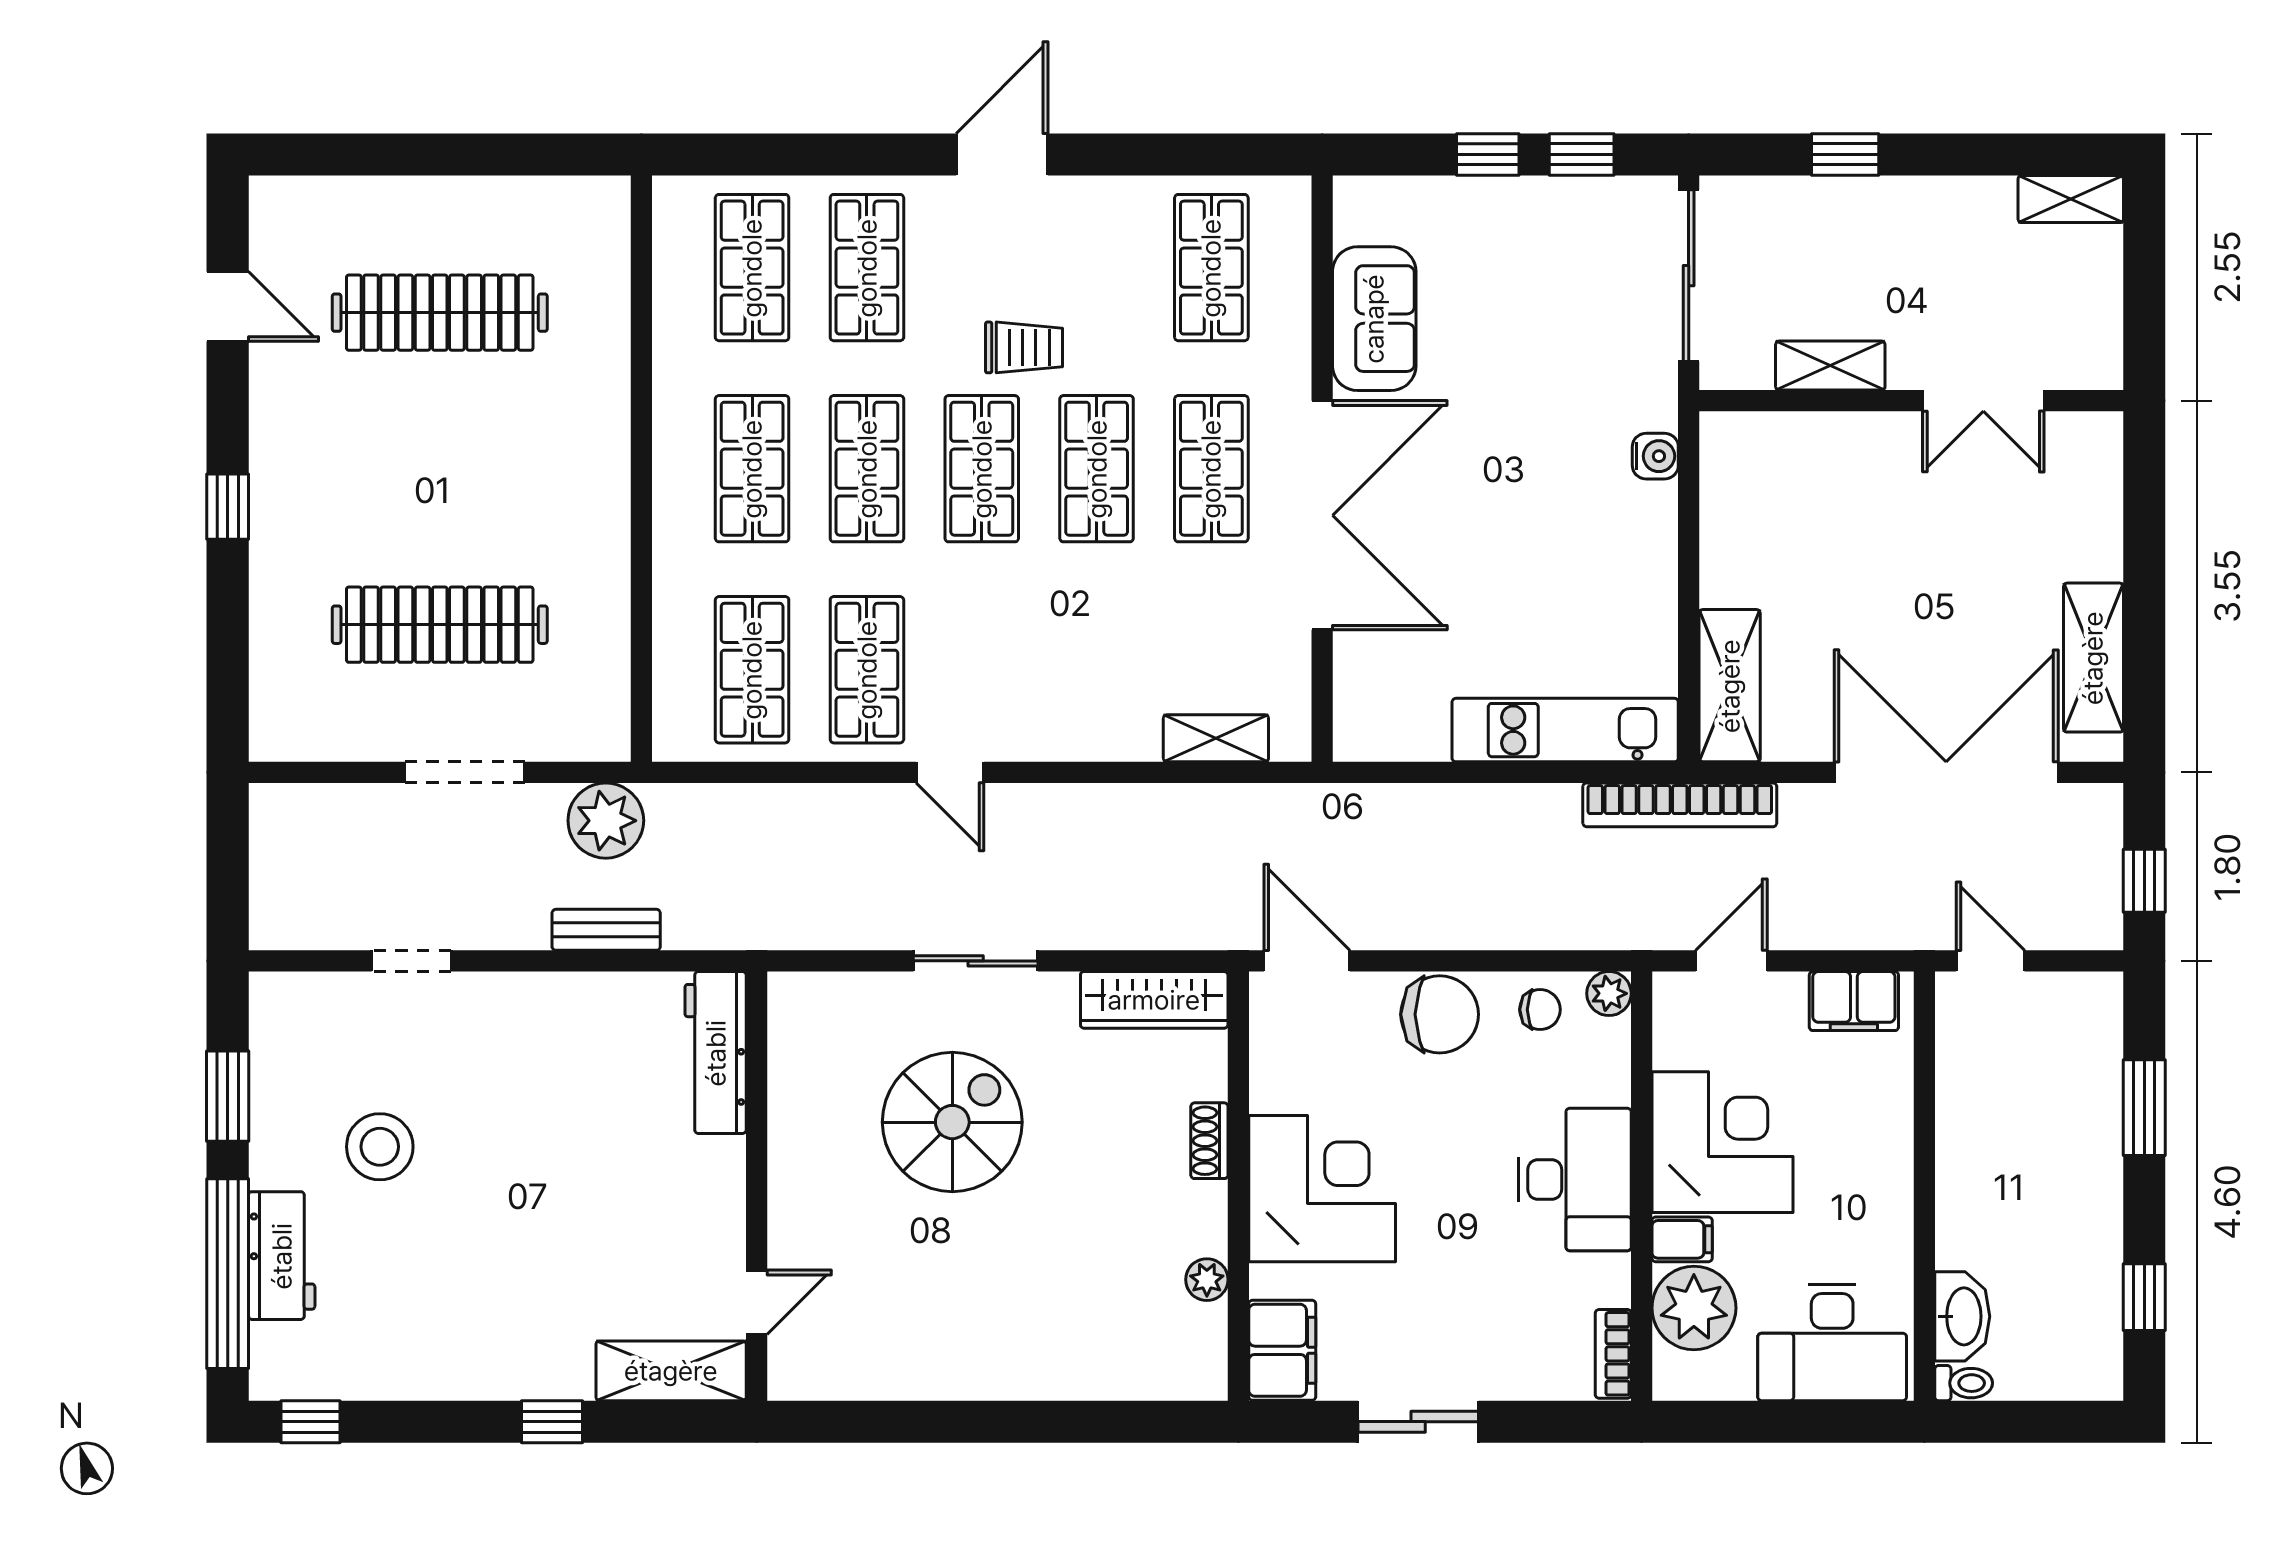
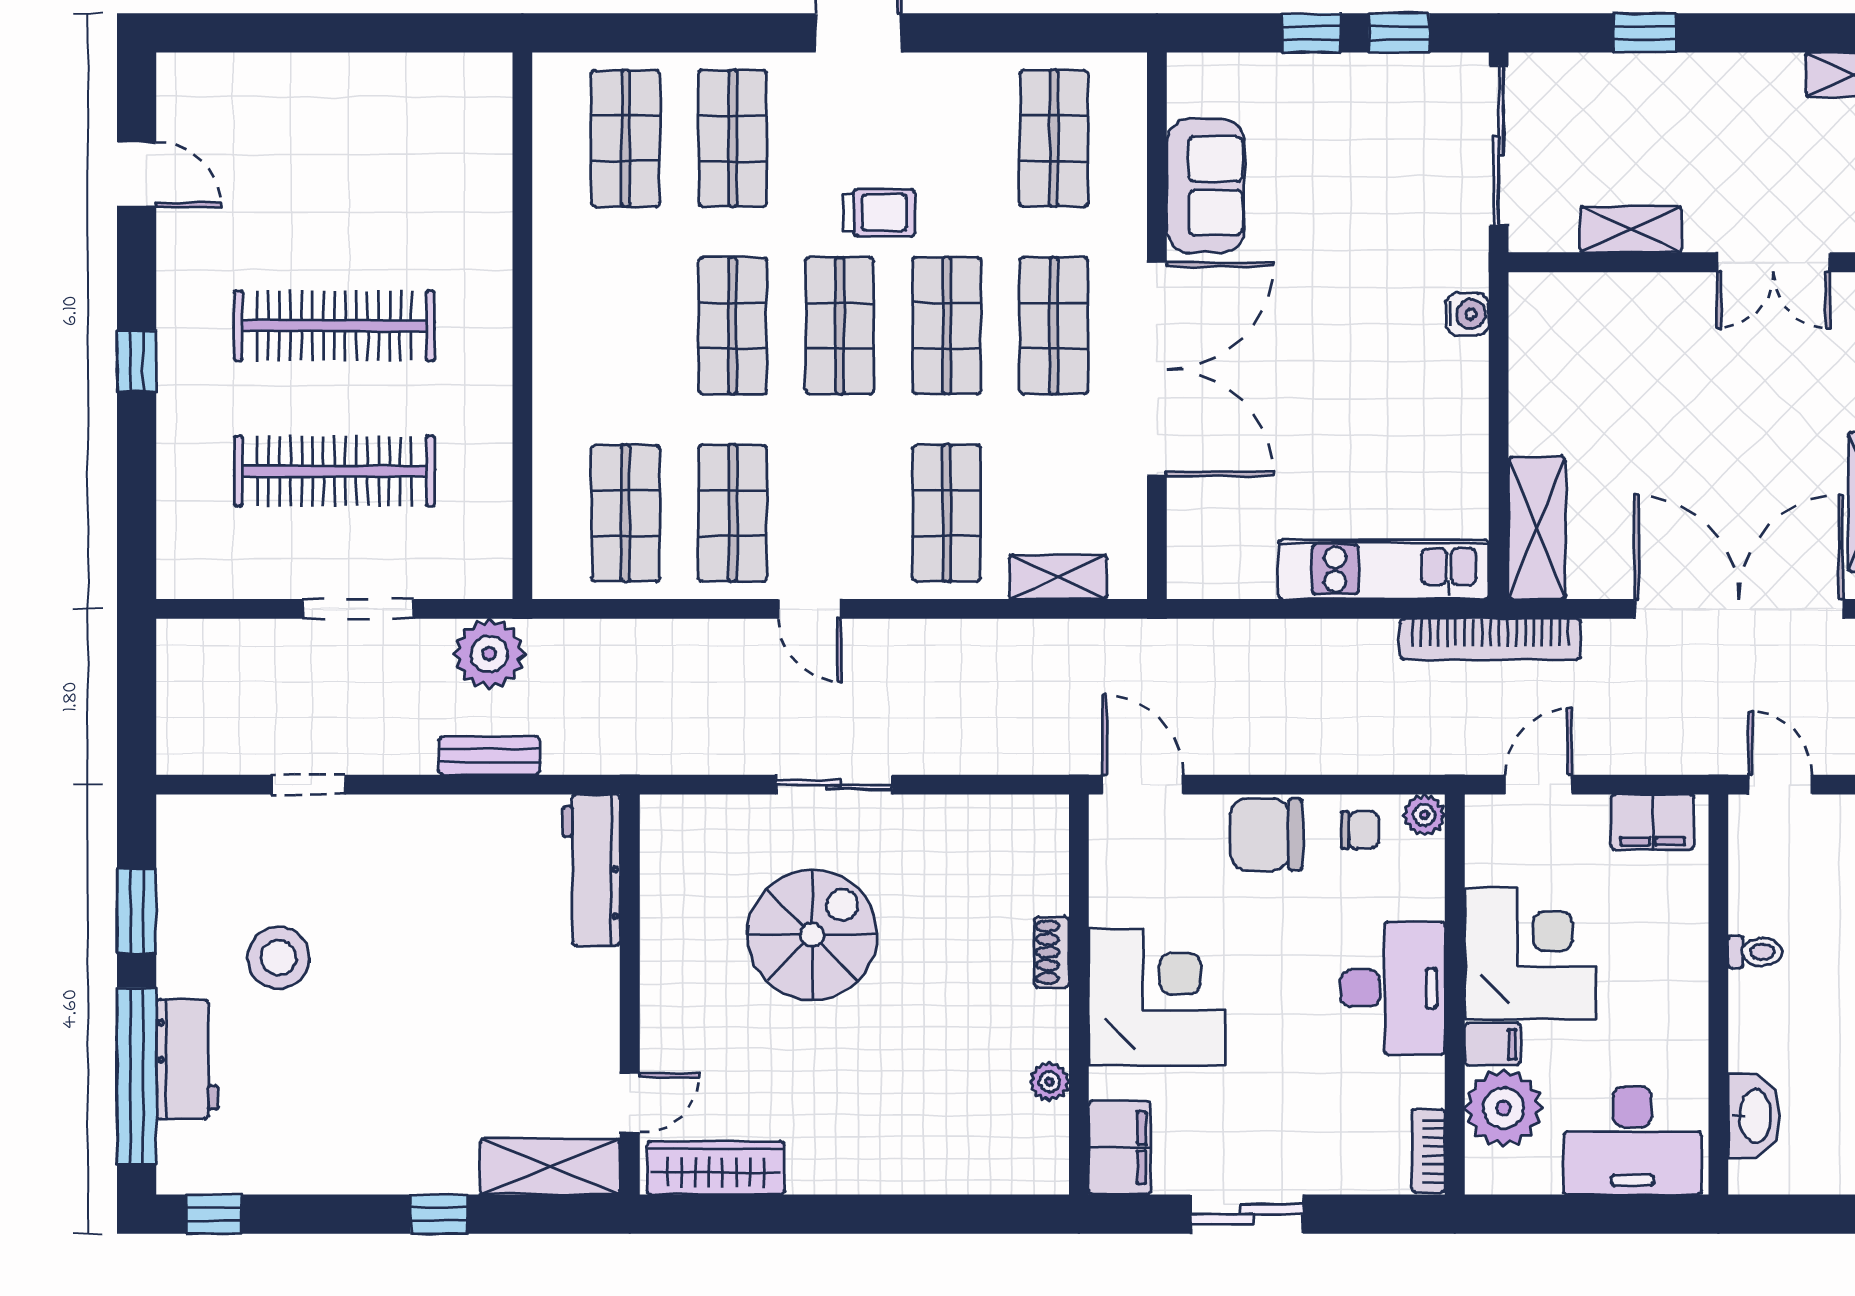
clothes rail: (440, 313) -> (334, 326), moved
shop shelf: (752, 469) -> (947, 513), moved
wardrobe: (1154, 1000) -> (716, 1168), moved, turned 180
chair: (1440, 1014) -> (1267, 834), turned 180
toilet: (1964, 1383) -> (1755, 952), moved

